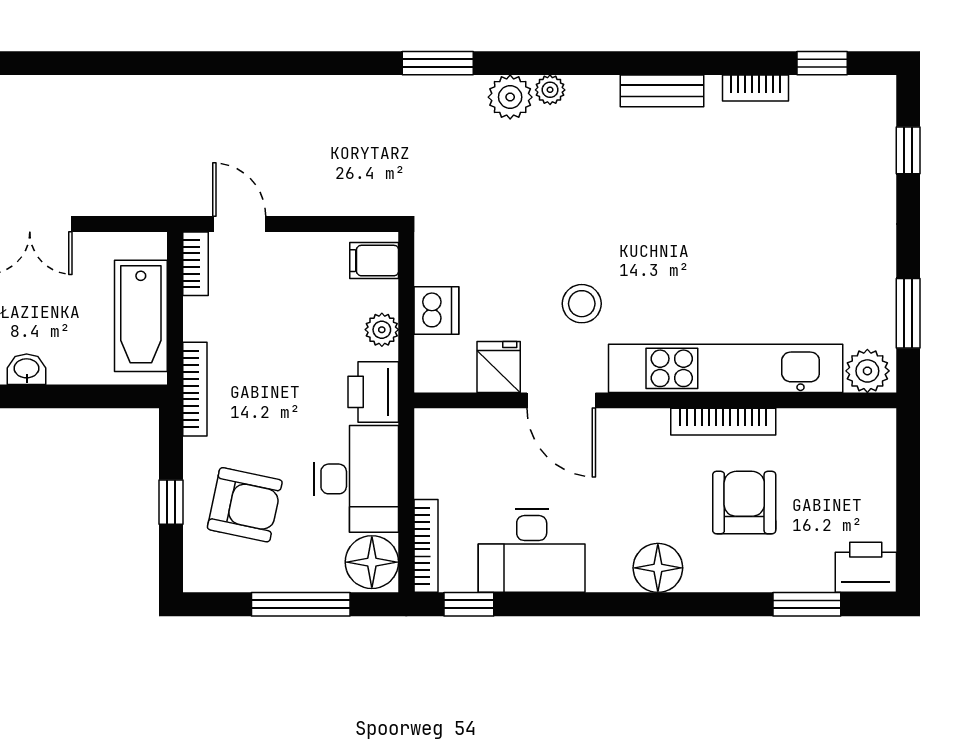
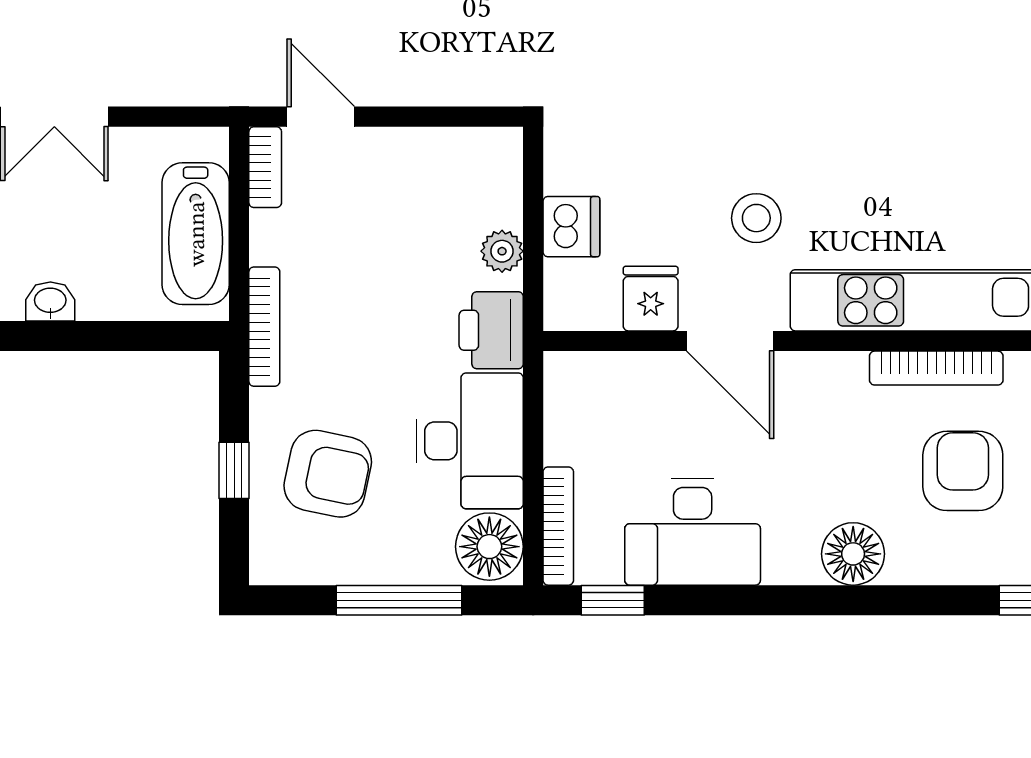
filing cabinet: (374, 261) -> (492, 163), removed

